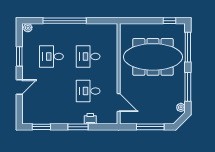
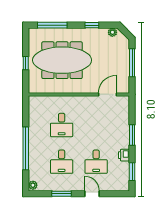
window: (169, 21) -> (26, 63), moved
meeting table: (153, 57) -> (62, 60), turned 90
window: (188, 87) -> (92, 25), width x0.46
desk: (88, 91) -> (96, 162), moved
printer: (90, 119) -> (124, 155), moved

